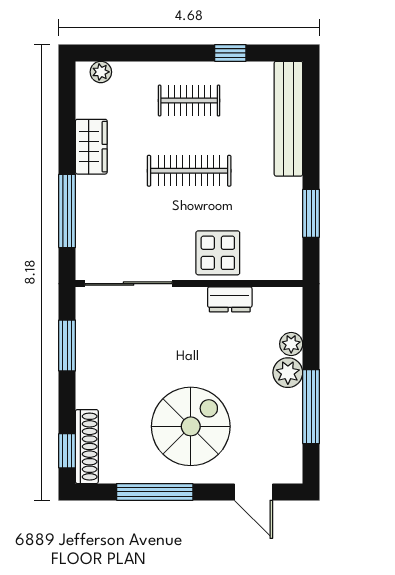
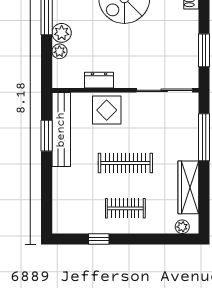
bench: (288, 119) -> (61, 130), moved
wardrobe: (91, 147) -> (188, 187), width x1.50

